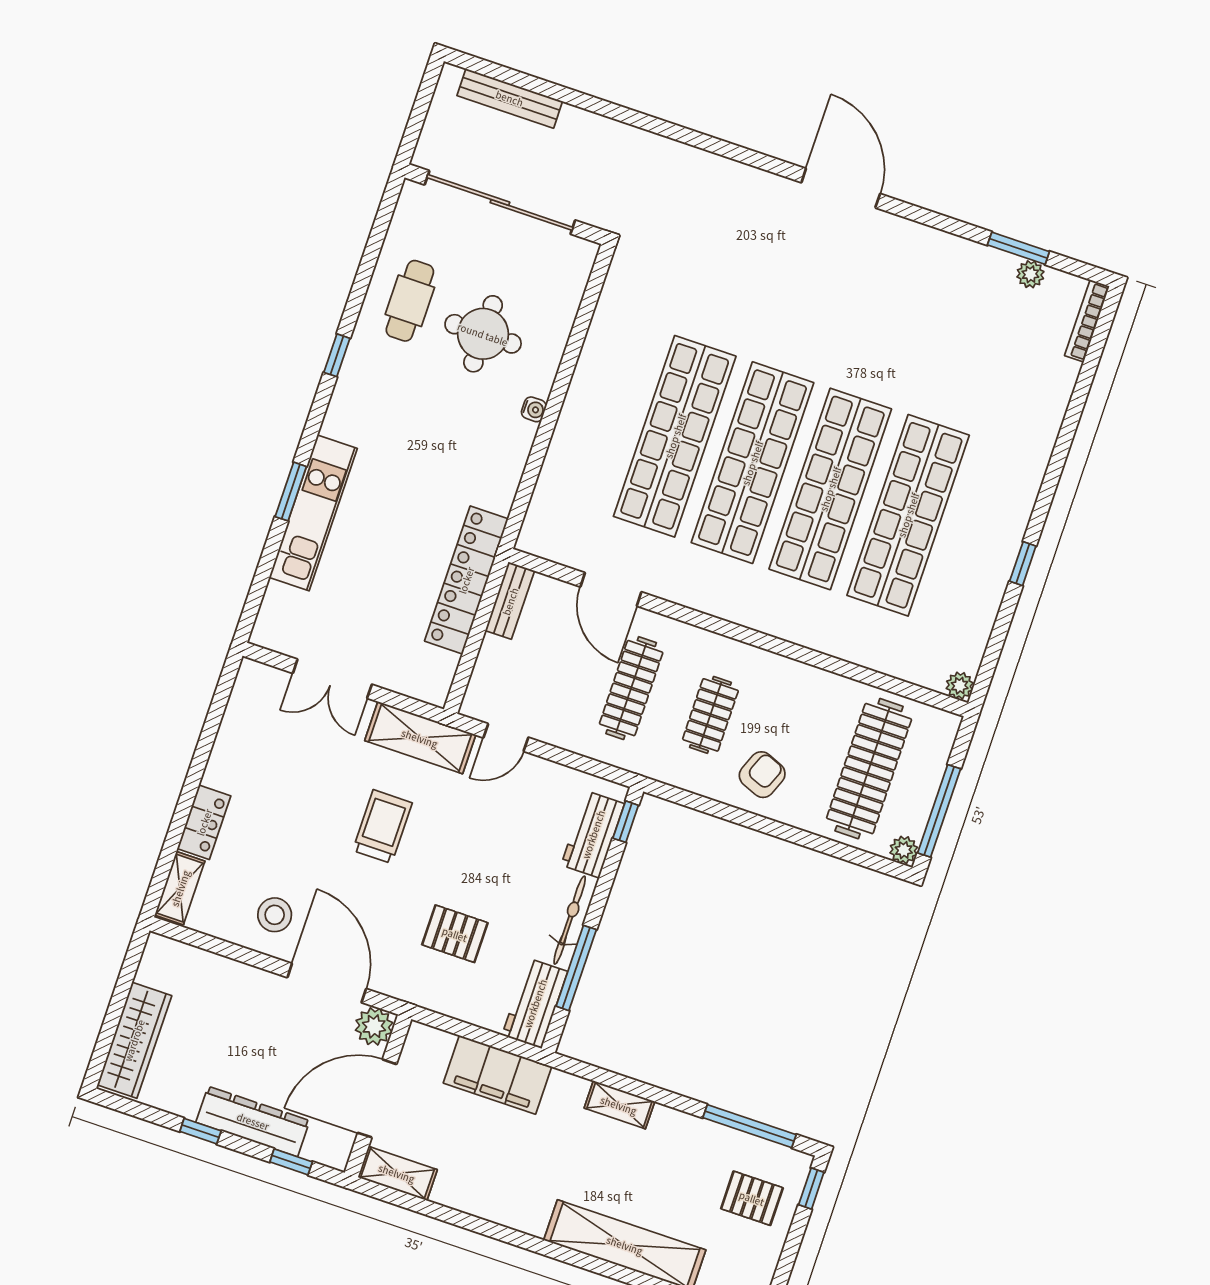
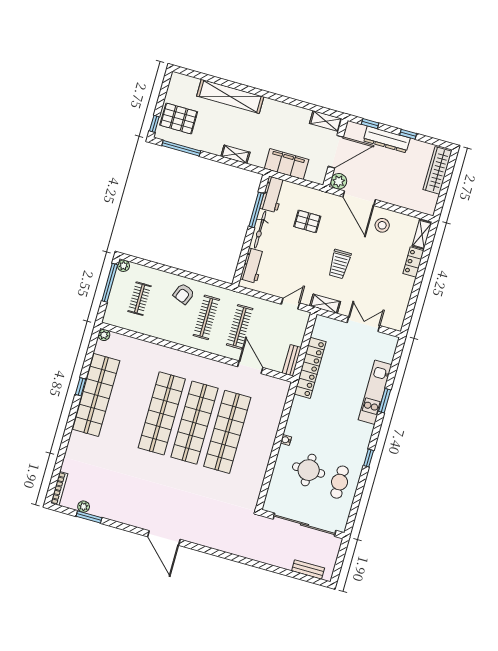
bench: (510, 98) -> (308, 569), width x0.73
shop shelf: (908, 515) -> (96, 395), moved
clothes rail: (710, 715) -> (206, 317), width x1.36
shelving: (420, 738) -> (325, 304), width x0.67, depth x0.75
clothes rail: (869, 769) -> (140, 299), width x0.54, depth x0.76
window: (626, 822) -> (239, 271), removed
pallet: (752, 1198) -> (179, 118), width x1.50, depth x1.42

